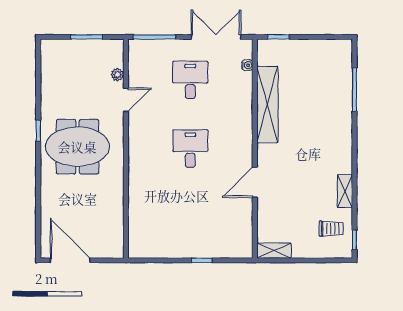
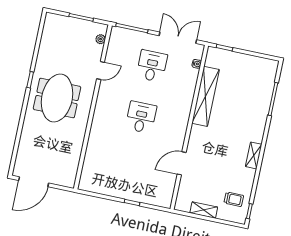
plant: (117, 75) -> (101, 39), moved
meeting table: (77, 147) -> (57, 98), turned 90
door: (255, 182) -> (182, 163), moved
shelving: (345, 191) -> (254, 155), moved
shelving: (274, 251) -> (204, 210), moved
door: (70, 260) -> (34, 182), swing flipped

